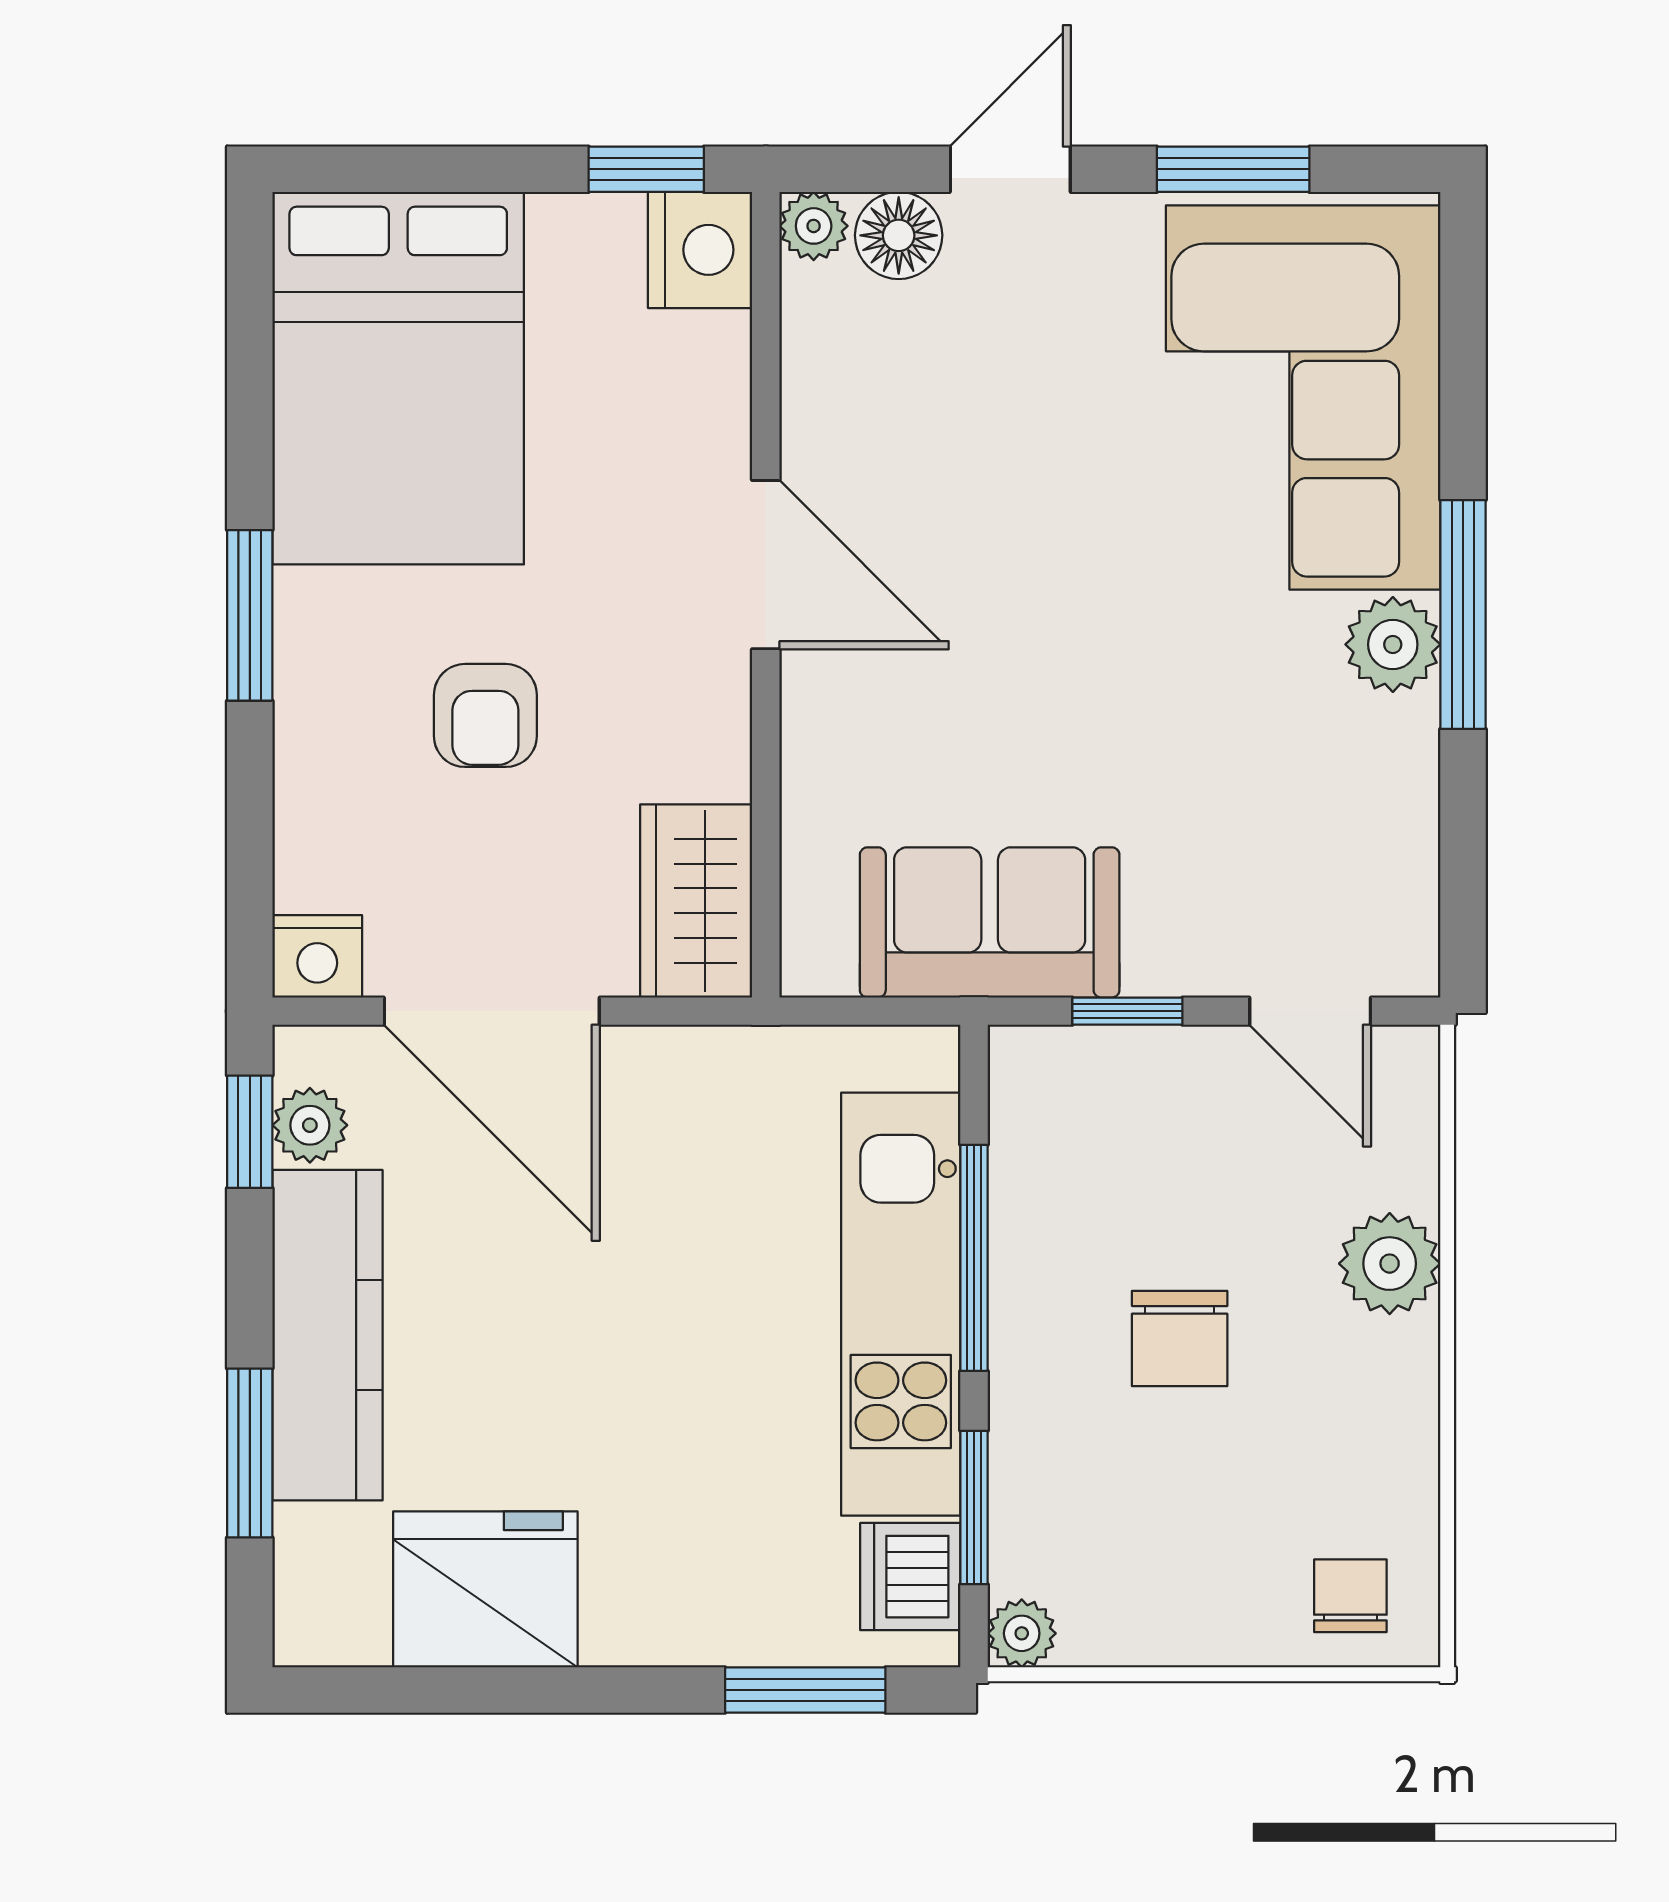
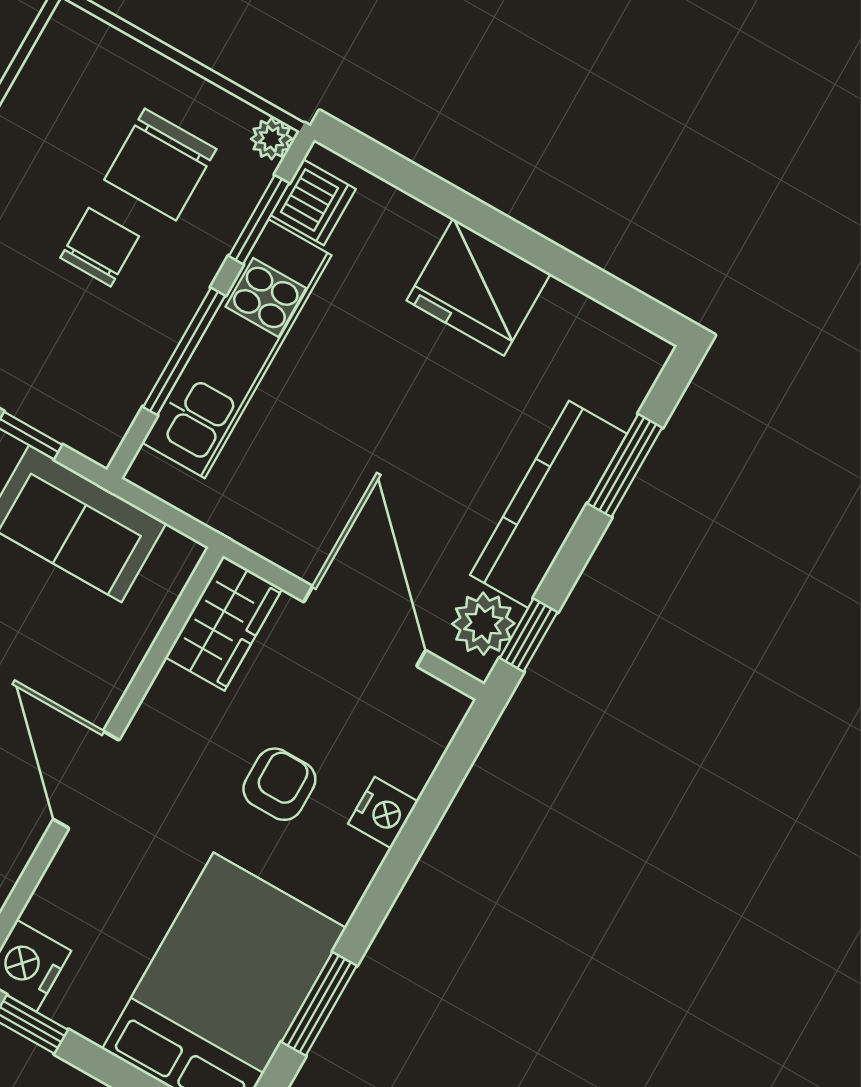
window: (250, 615) -> (319, 1004), moved
nightstand: (317, 956) -> (383, 813), moved, turned 90
plant: (310, 1125) -> (483, 624), width x1.38, depth x1.38
fridge: (485, 1589) -> (479, 287), moved
chair: (1350, 1596) -> (160, 164), moved, width x1.87, depth x1.87
window: (805, 1690) -> (403, 174), removed

